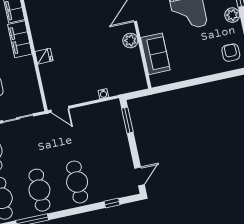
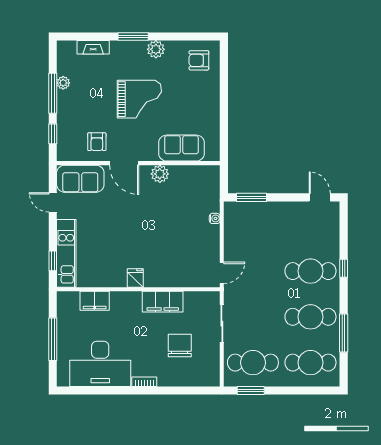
filing cabinet: (20, 39) -> (163, 302), moved
fridge: (44, 56) -> (135, 278), moved
window: (112, 203) -> (344, 268), moved

